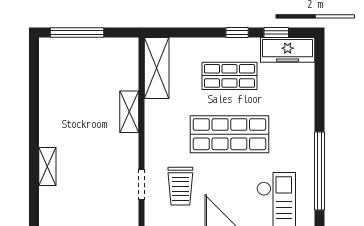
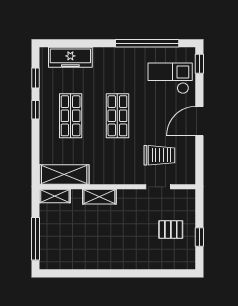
freezer: (288, 50) -> (70, 57), moved, turned 90
shop shelf: (229, 134) -> (117, 116), width x0.70, depth x0.74
shelving: (47, 167) -> (55, 196), moved
pallet: (88, 200) -> (171, 230), added

